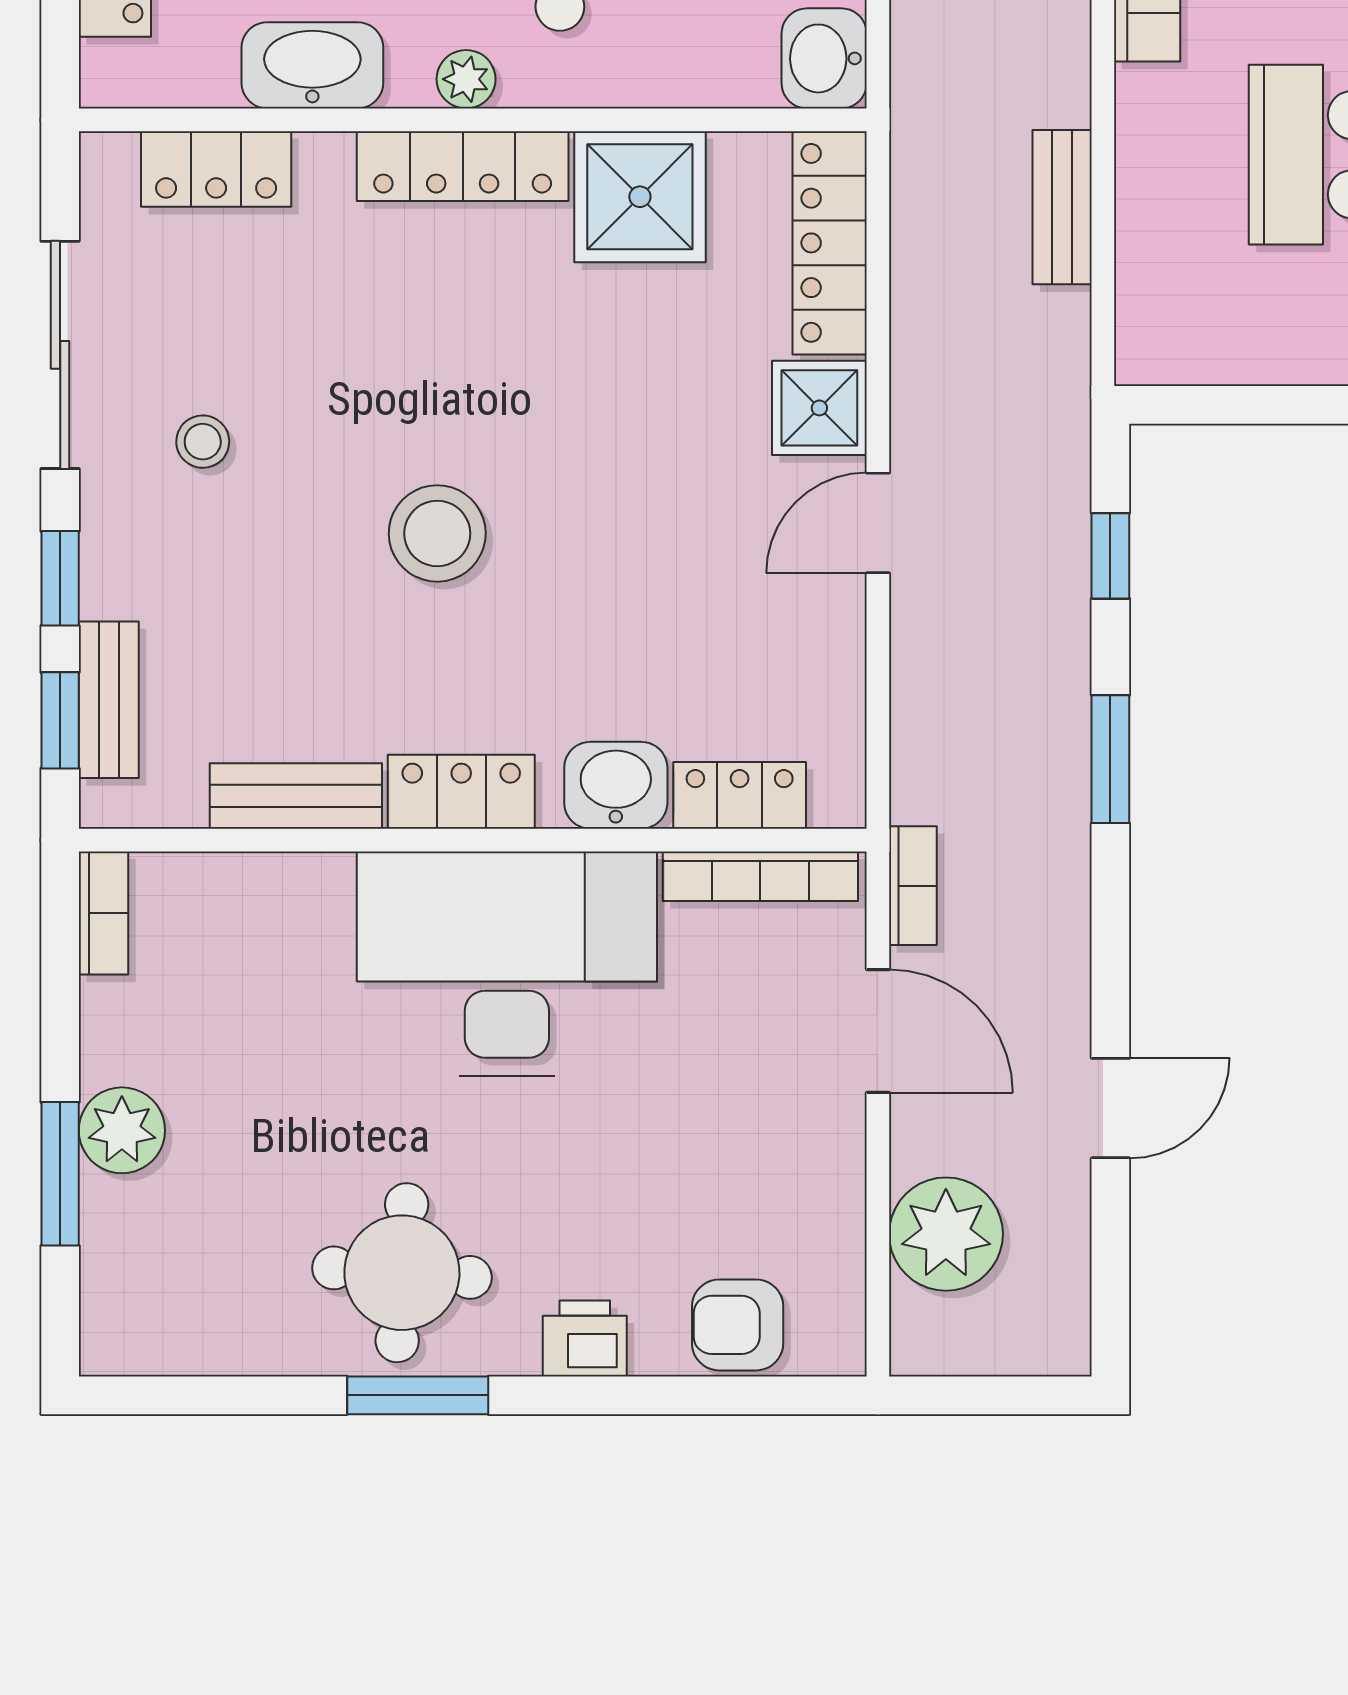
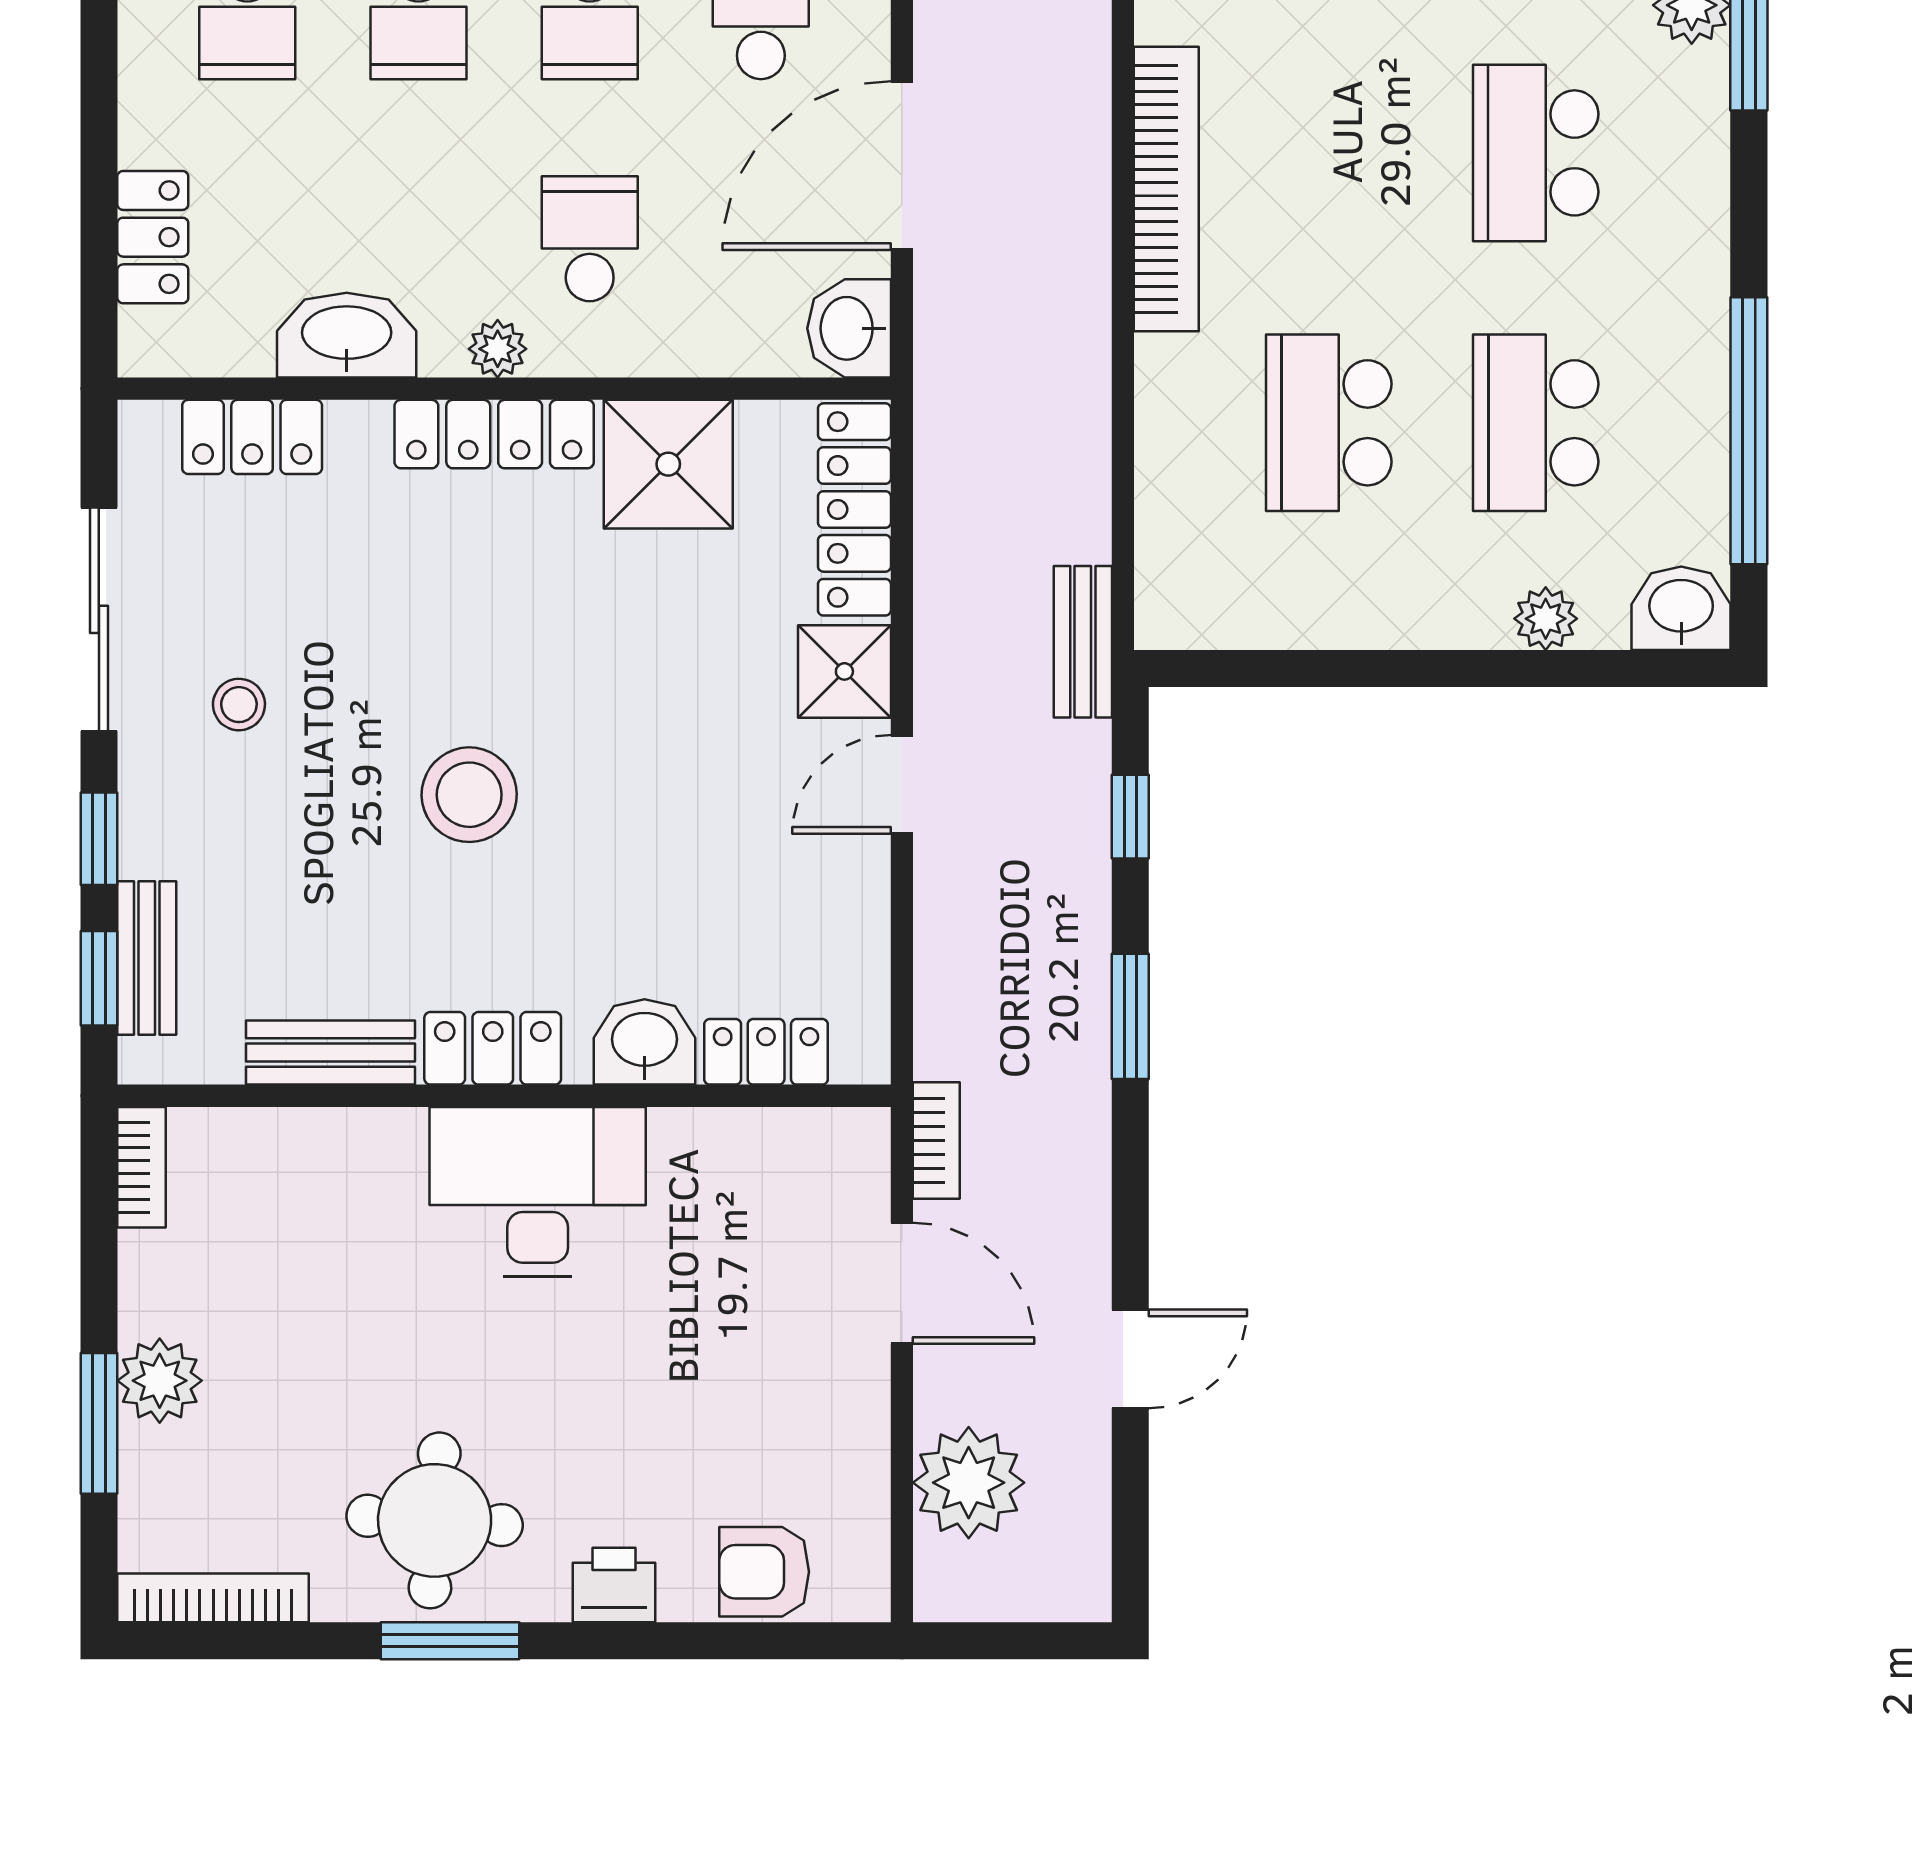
bench: (1062, 207) -> (1083, 642), moved
bookcase: (760, 876) -> (213, 1598), moved, turned 180
desk: (507, 964) -> (538, 1192), width x0.73, depth x0.77

